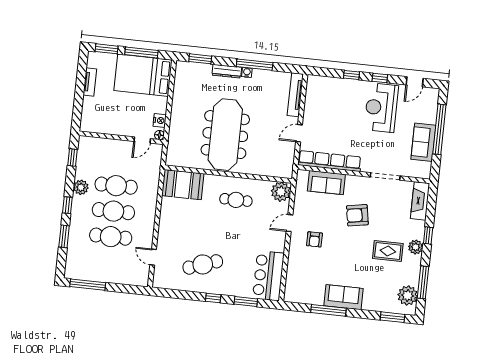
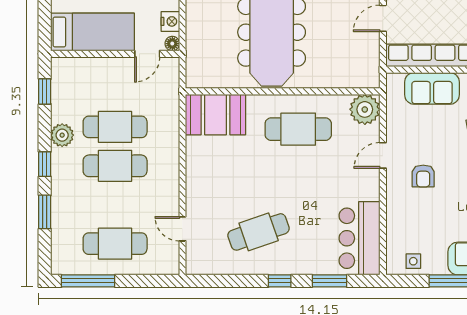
bed: (108, 122) -> (92, 32), added
cafe table: (236, 200) -> (298, 129), width x1.37, depth x1.35
cafe table: (111, 237) -> (115, 244), moved
side table: (302, 294) -> (413, 261), added

